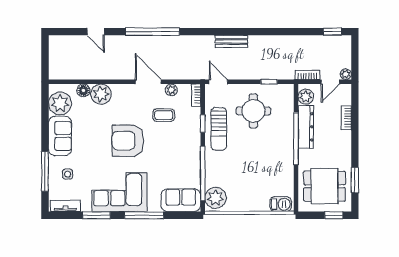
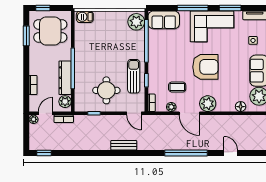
plant: (101, 94) -> (208, 104), moved

